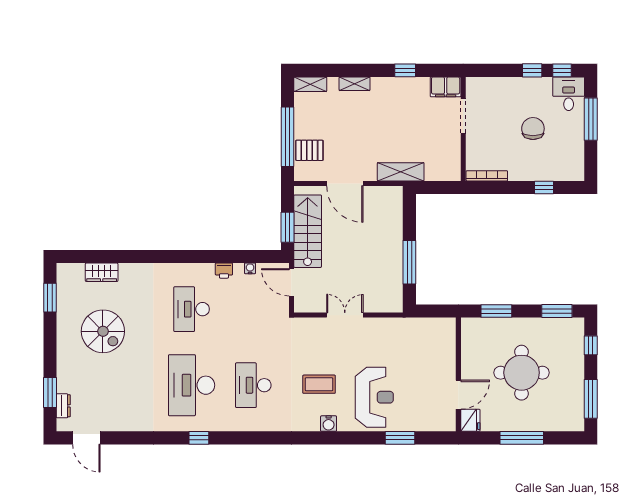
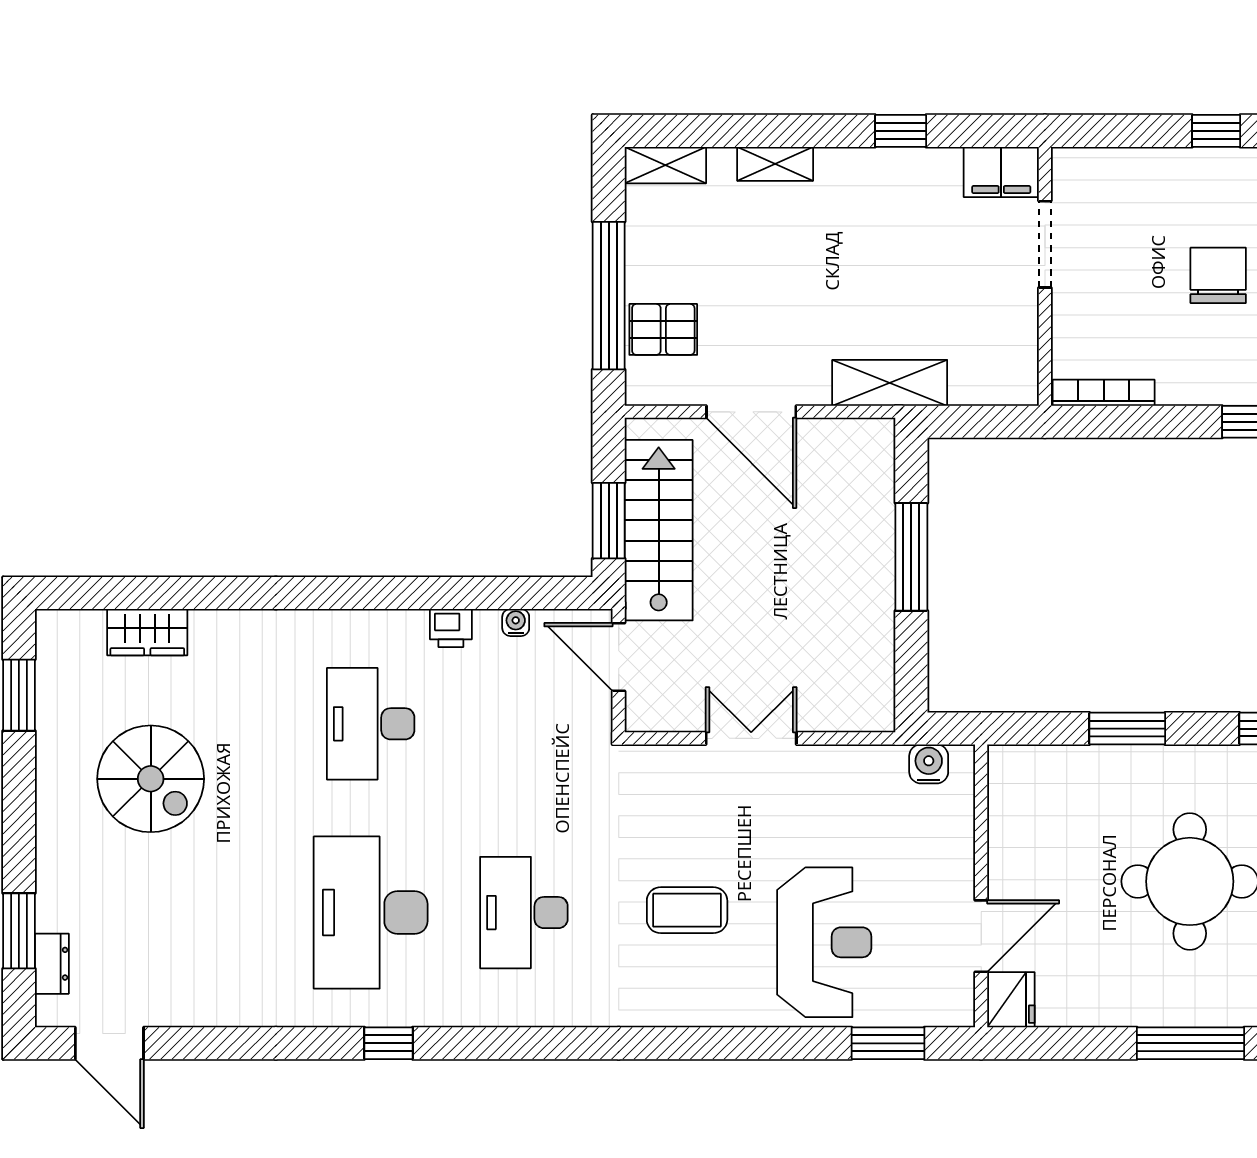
window: (409, 262) -> (911, 557), moved
wall: (458, 374) -> (981, 886), moved
door: (458, 395) -> (981, 936), moved
fridge: (470, 420) -> (1011, 1000), moved
water cooler: (329, 424) -> (929, 764), moved, turned 180

